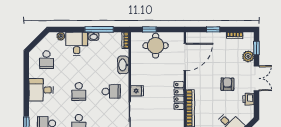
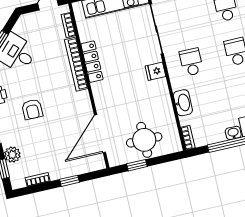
window: (149, 29) -> (137, 165), moved
school desk: (111, 91) -> (191, 62), turned 90
locker: (179, 95) -> (92, 62), moved

